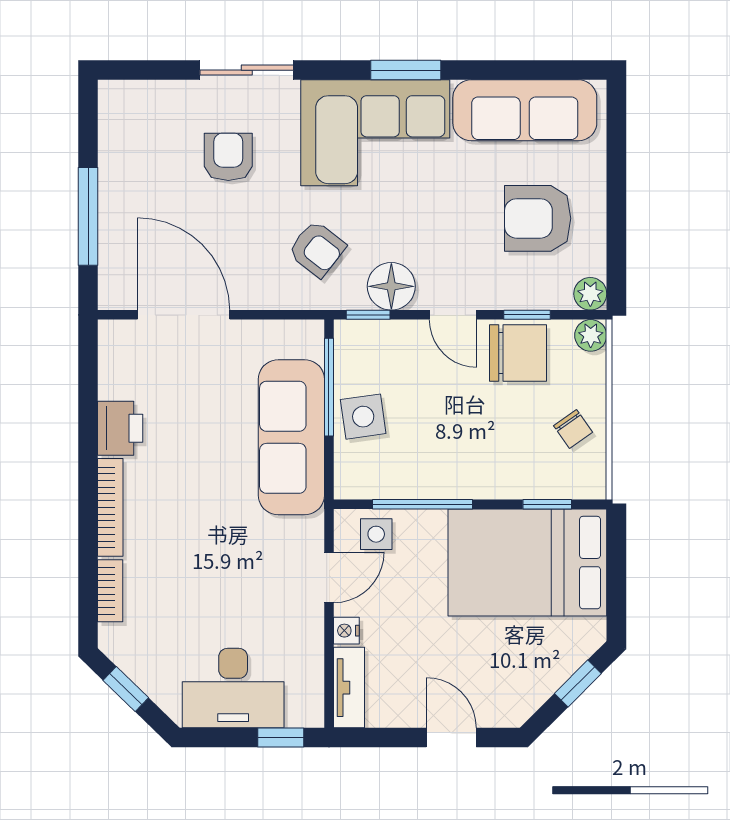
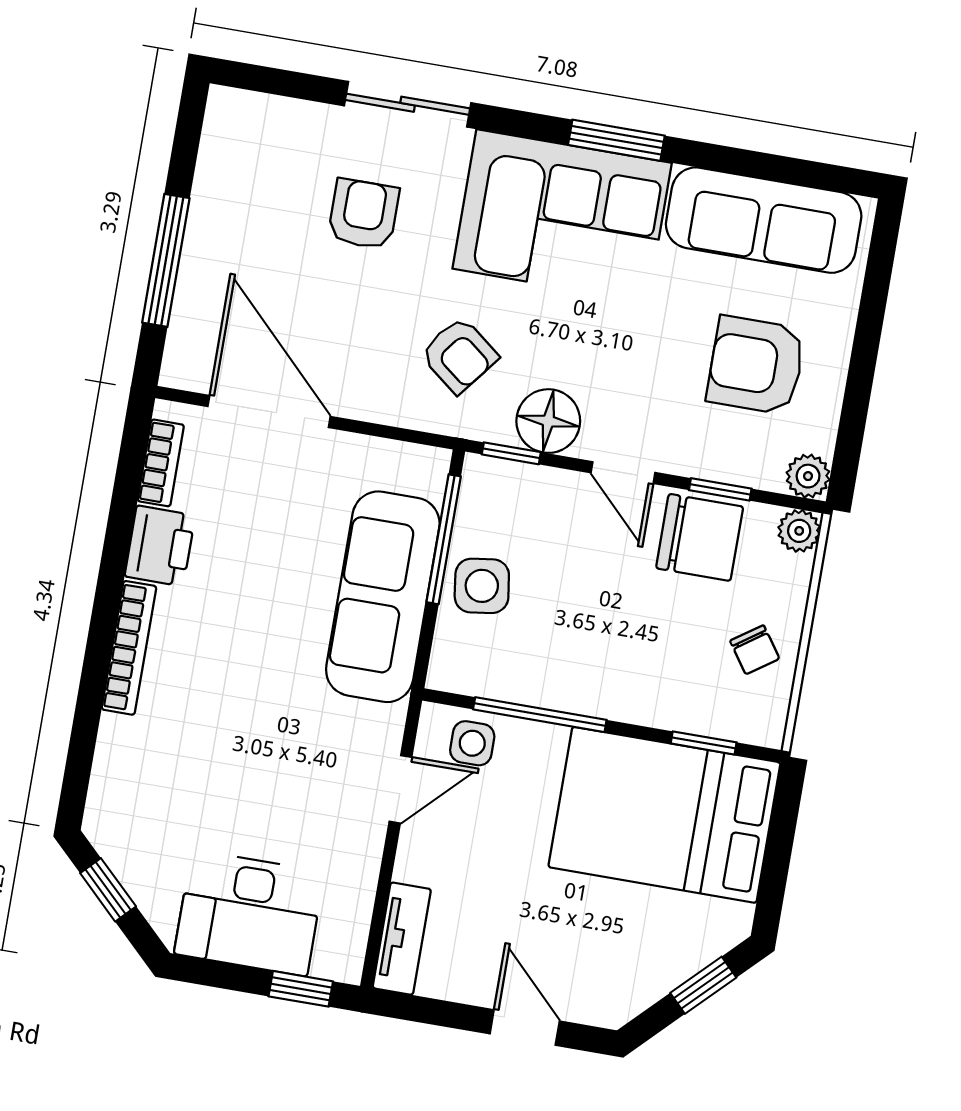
bookcase: (110, 591) -> (161, 463), moved
nightstand: (346, 631) -> (411, 863), removed

